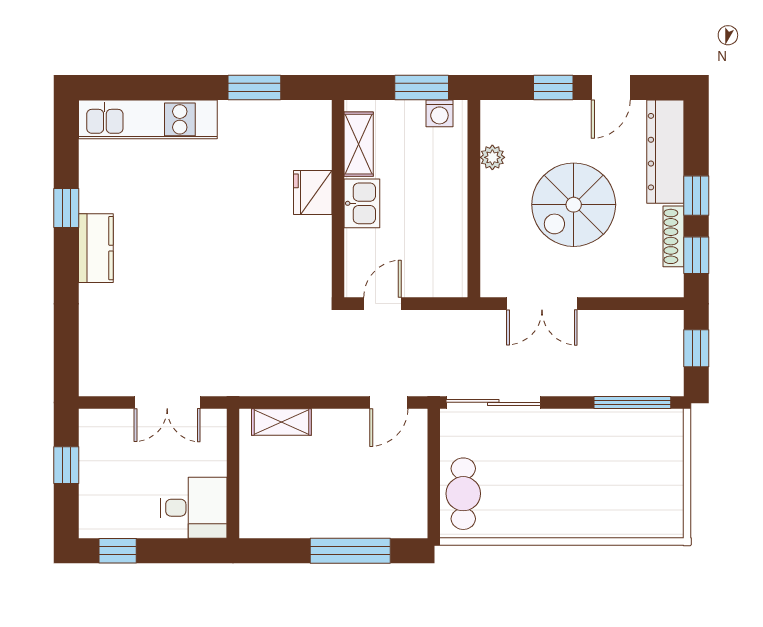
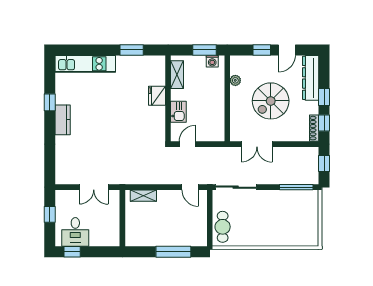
kitchen sink: (362, 203) -> (178, 112), moved
shoe rack: (673, 236) -> (314, 128), moved
door: (389, 402) -> (190, 187), hinge flipped
desk: (194, 508) -> (75, 232), moved, turned 90

